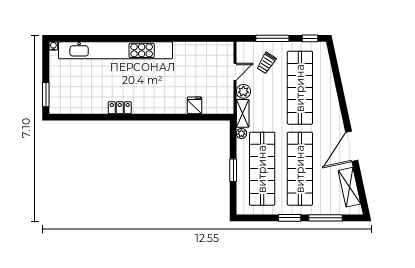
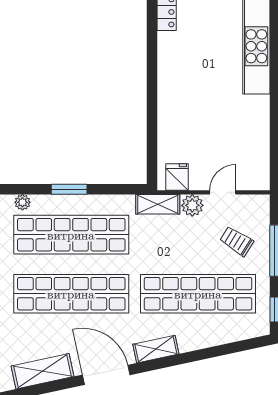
door: (235, 72) -> (223, 192), swing flipped
fridge: (195, 105) -> (177, 177), moved, turned -90
shelving: (335, 115) -> (156, 349), added
plant: (241, 133) -> (22, 202), moved

